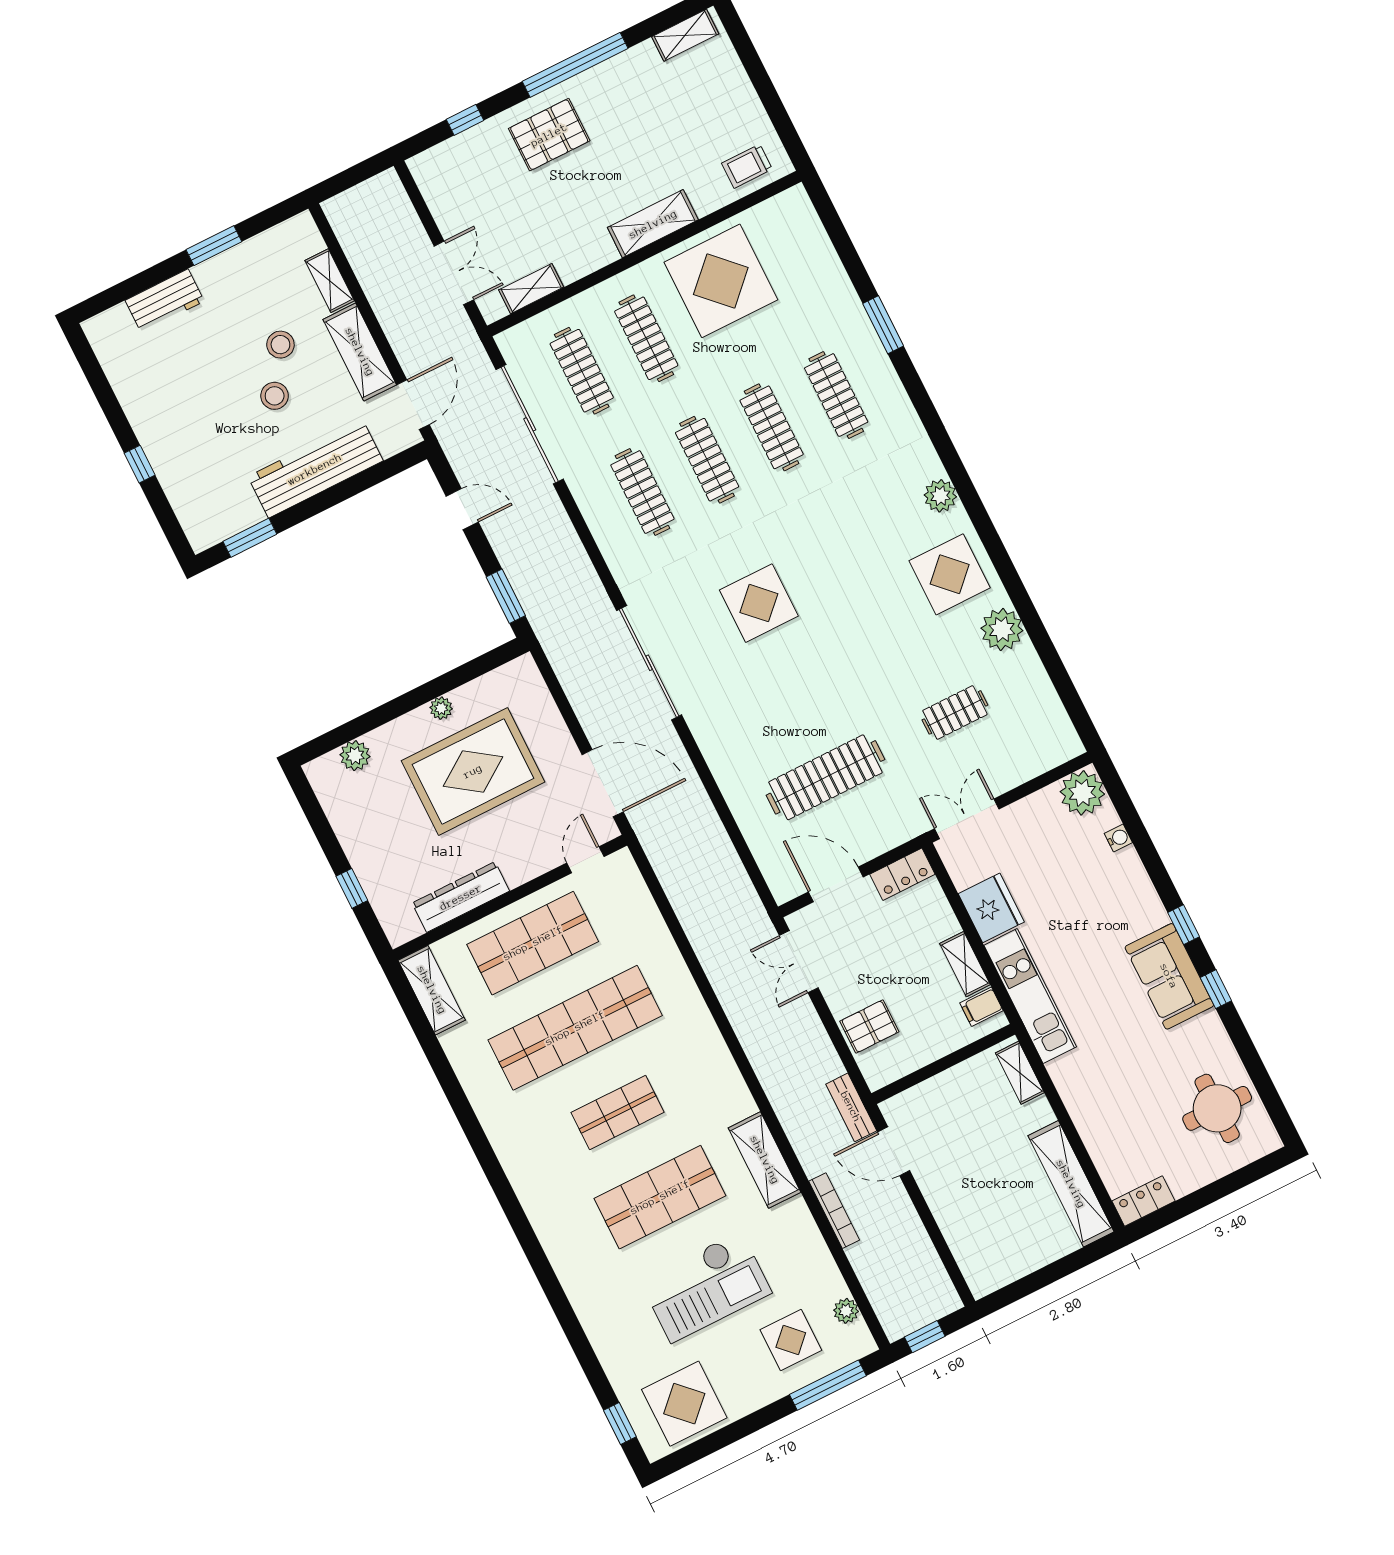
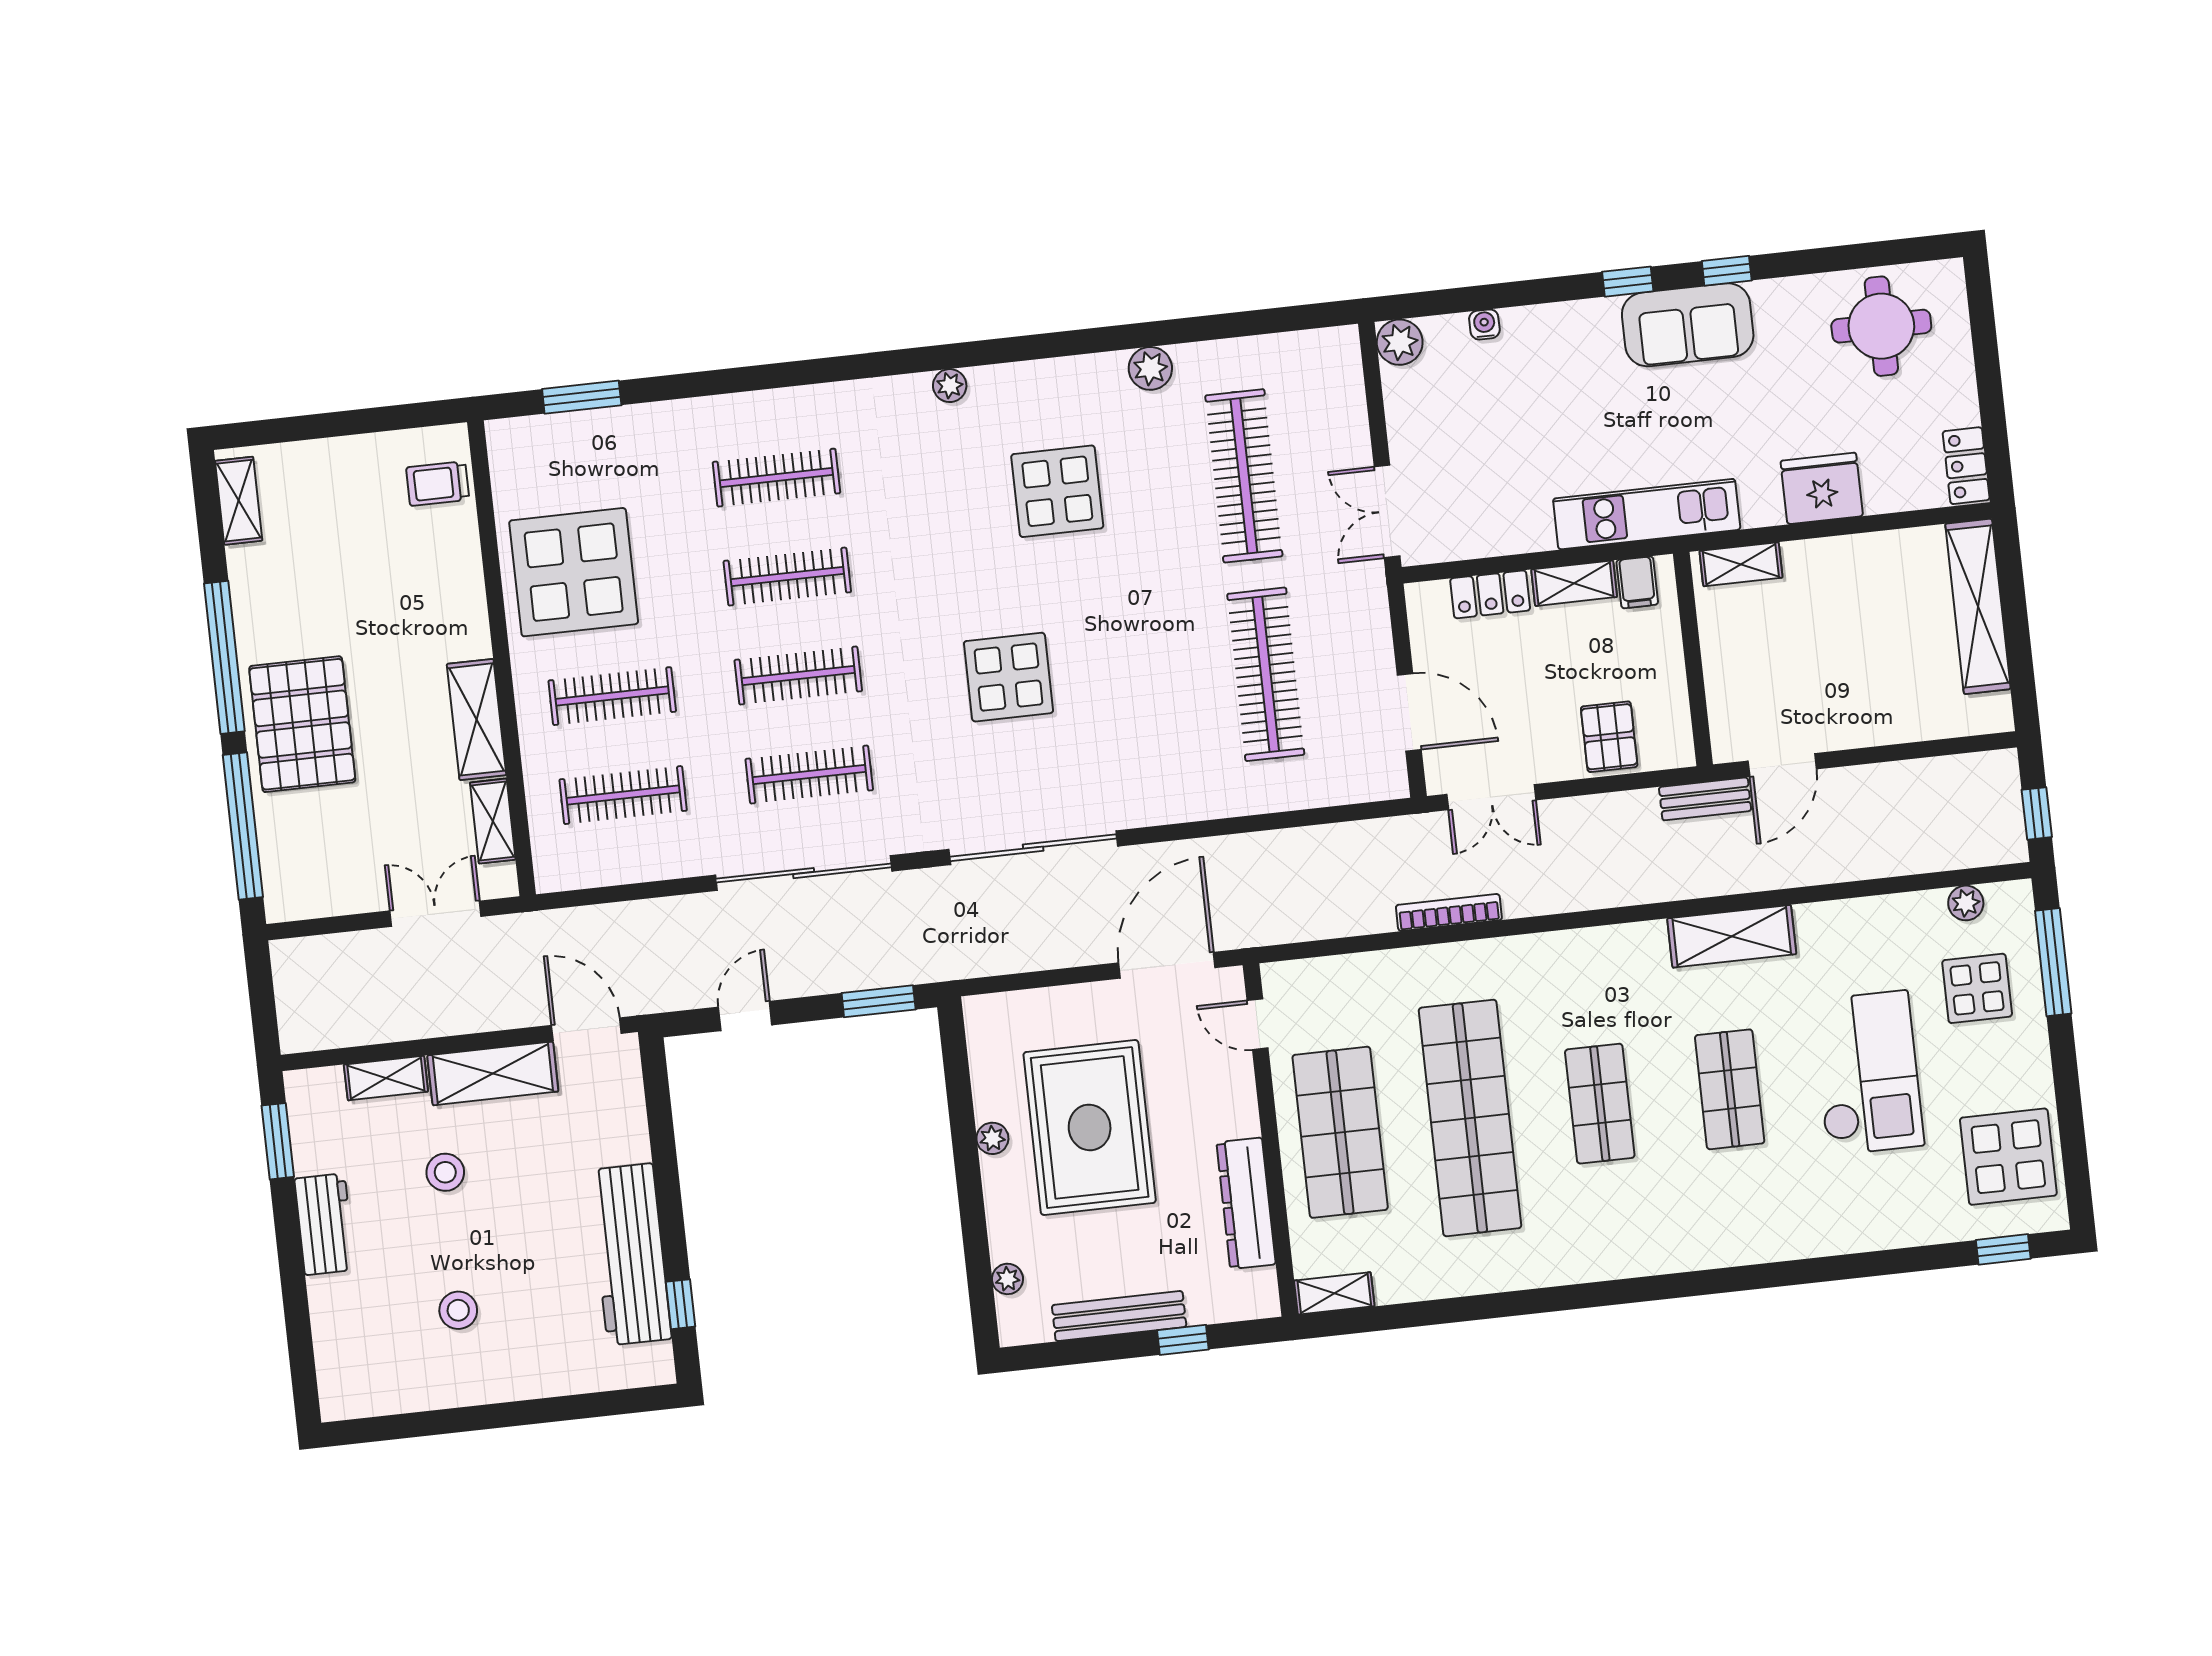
window: (465, 120) -> (243, 826), width x3.17
pallet: (549, 135) -> (302, 724), width x1.37, depth x1.41
trolley: (747, 166) -> (438, 484), turned 90
shelving: (653, 224) -> (476, 719), moved
window: (214, 246) -> (278, 1141), moved
workbench: (165, 301) -> (325, 1224), moved
window: (883, 325) -> (582, 397), moved
stool: (275, 396) -> (458, 1310), moved
sliding door: (530, 424) -> (804, 873), moved
window: (140, 464) -> (532, 1412), removed
workbench: (315, 469) -> (630, 1254), moved
plant: (940, 496) -> (950, 386), width x0.73, depth x0.73
window: (250, 538) -> (680, 1304), width x0.67
display table: (950, 574) -> (1057, 491), moved
plant: (1002, 629) -> (1150, 368), width x0.73, depth x0.73
clothes rail: (955, 712) -> (1244, 476), width x1.86, depth x1.31
plant: (355, 756) -> (1007, 1279), width x0.73, depth x0.73
plant: (1082, 793) -> (1400, 342), width x0.73, depth x0.73
bench: (352, 839) -> (1119, 1316), added
locker: (902, 874) -> (1490, 594), moved, turned 90
door: (836, 884) -> (1409, 712), swing flipped
fridge: (991, 908) -> (1822, 488), moved
shelving: (432, 990) -> (1334, 1293), width x0.67, depth x0.75
shelving: (1071, 1184) -> (1978, 606), moved, turned 90
shop shelf: (660, 1197) -> (1730, 1089), width x0.70, depth x0.74
bookcase: (834, 1211) -> (1449, 912), moved

